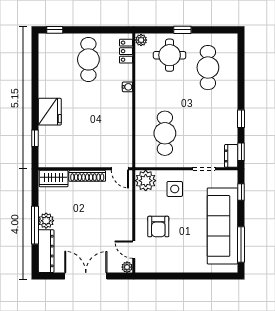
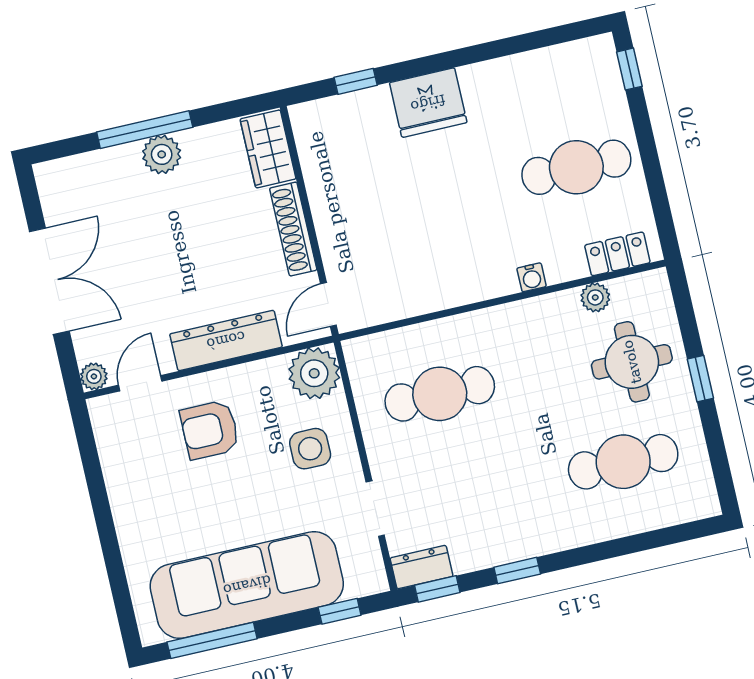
plant: (141, 40) -> (595, 297), moved
dresser: (46, 251) -> (226, 340), moved, turned 180

